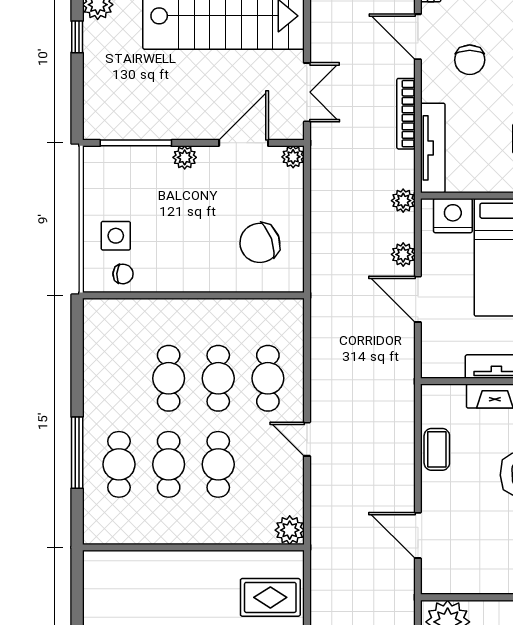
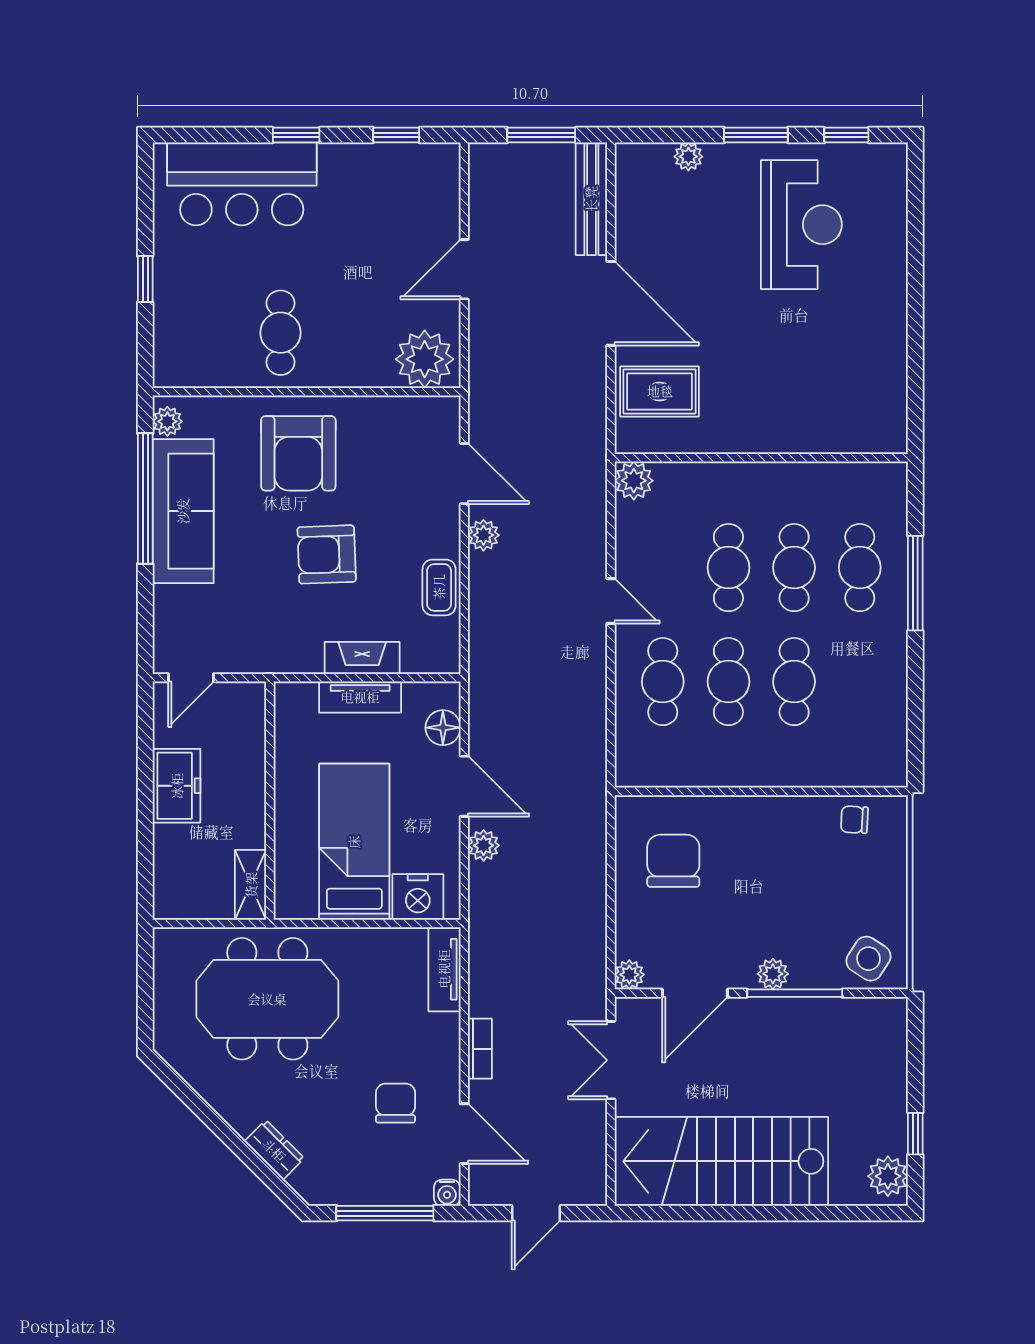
bookcase: (406, 114) -> (480, 1049), width x0.64
window: (136, 143) -> (795, 993), moved
tv unit: (433, 148) -> (444, 969), width x0.71
plant: (403, 201) -> (483, 535), moved
side table: (116, 236) -> (869, 959), moved, turned 33
chair: (260, 243) -> (673, 861), turned -70
floor lamp: (434, 343) -> (443, 728), added

